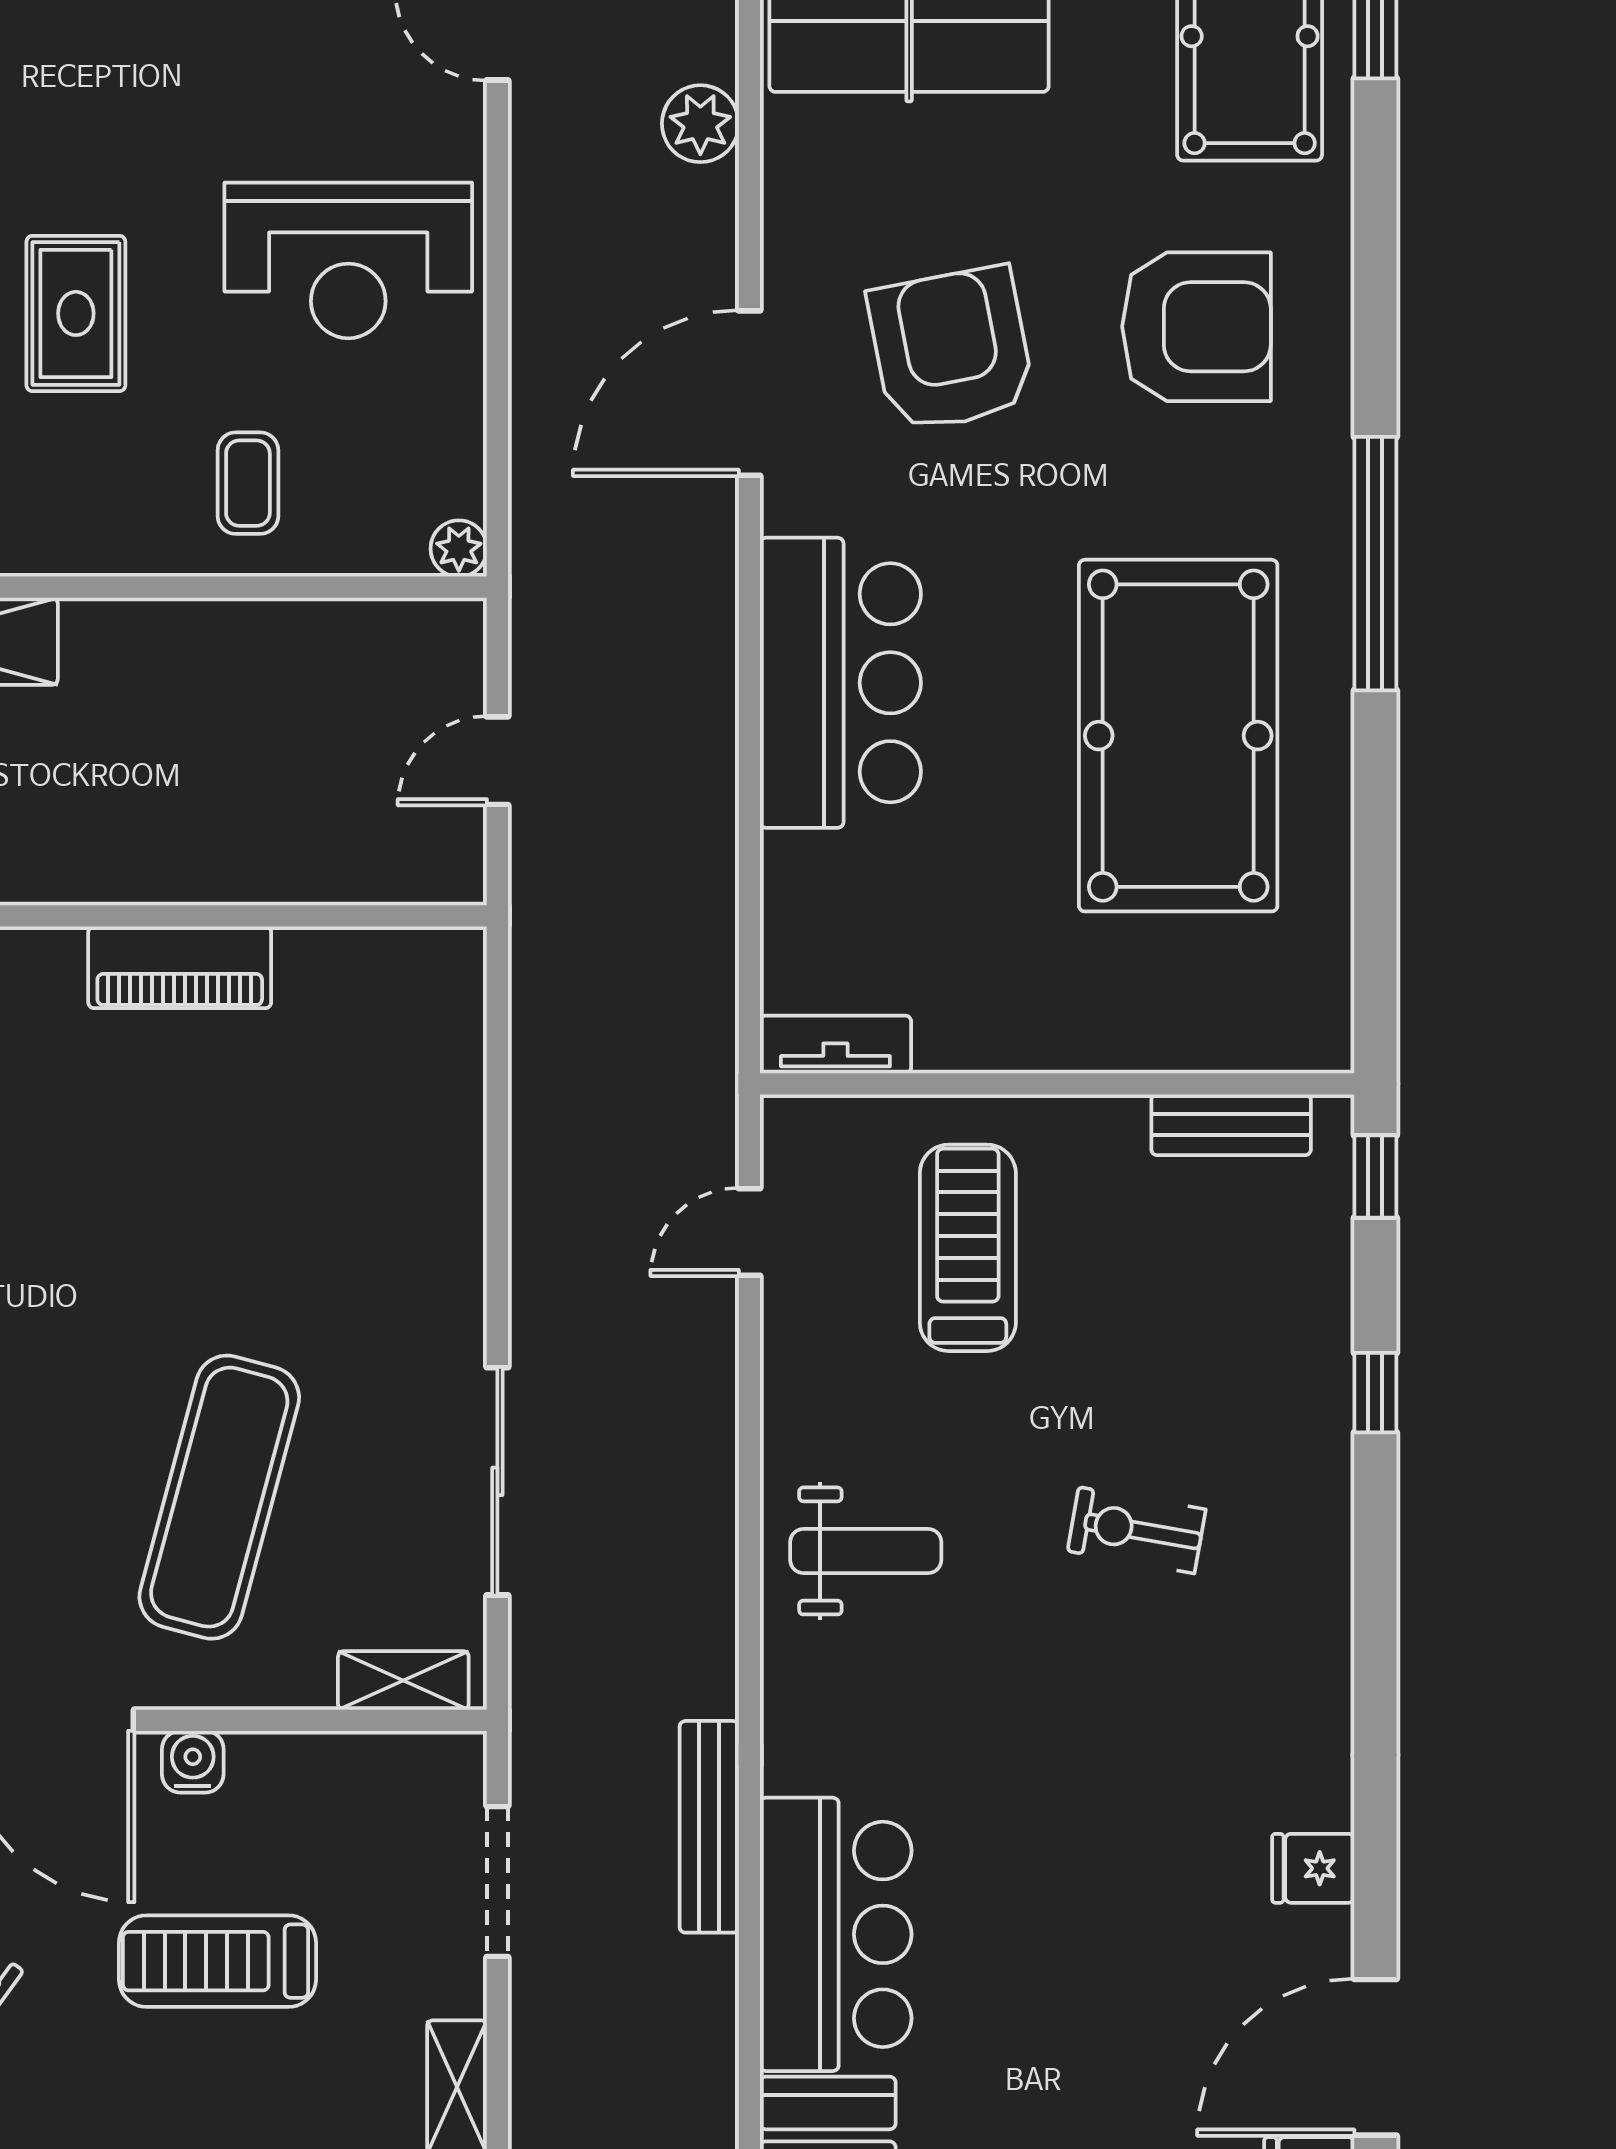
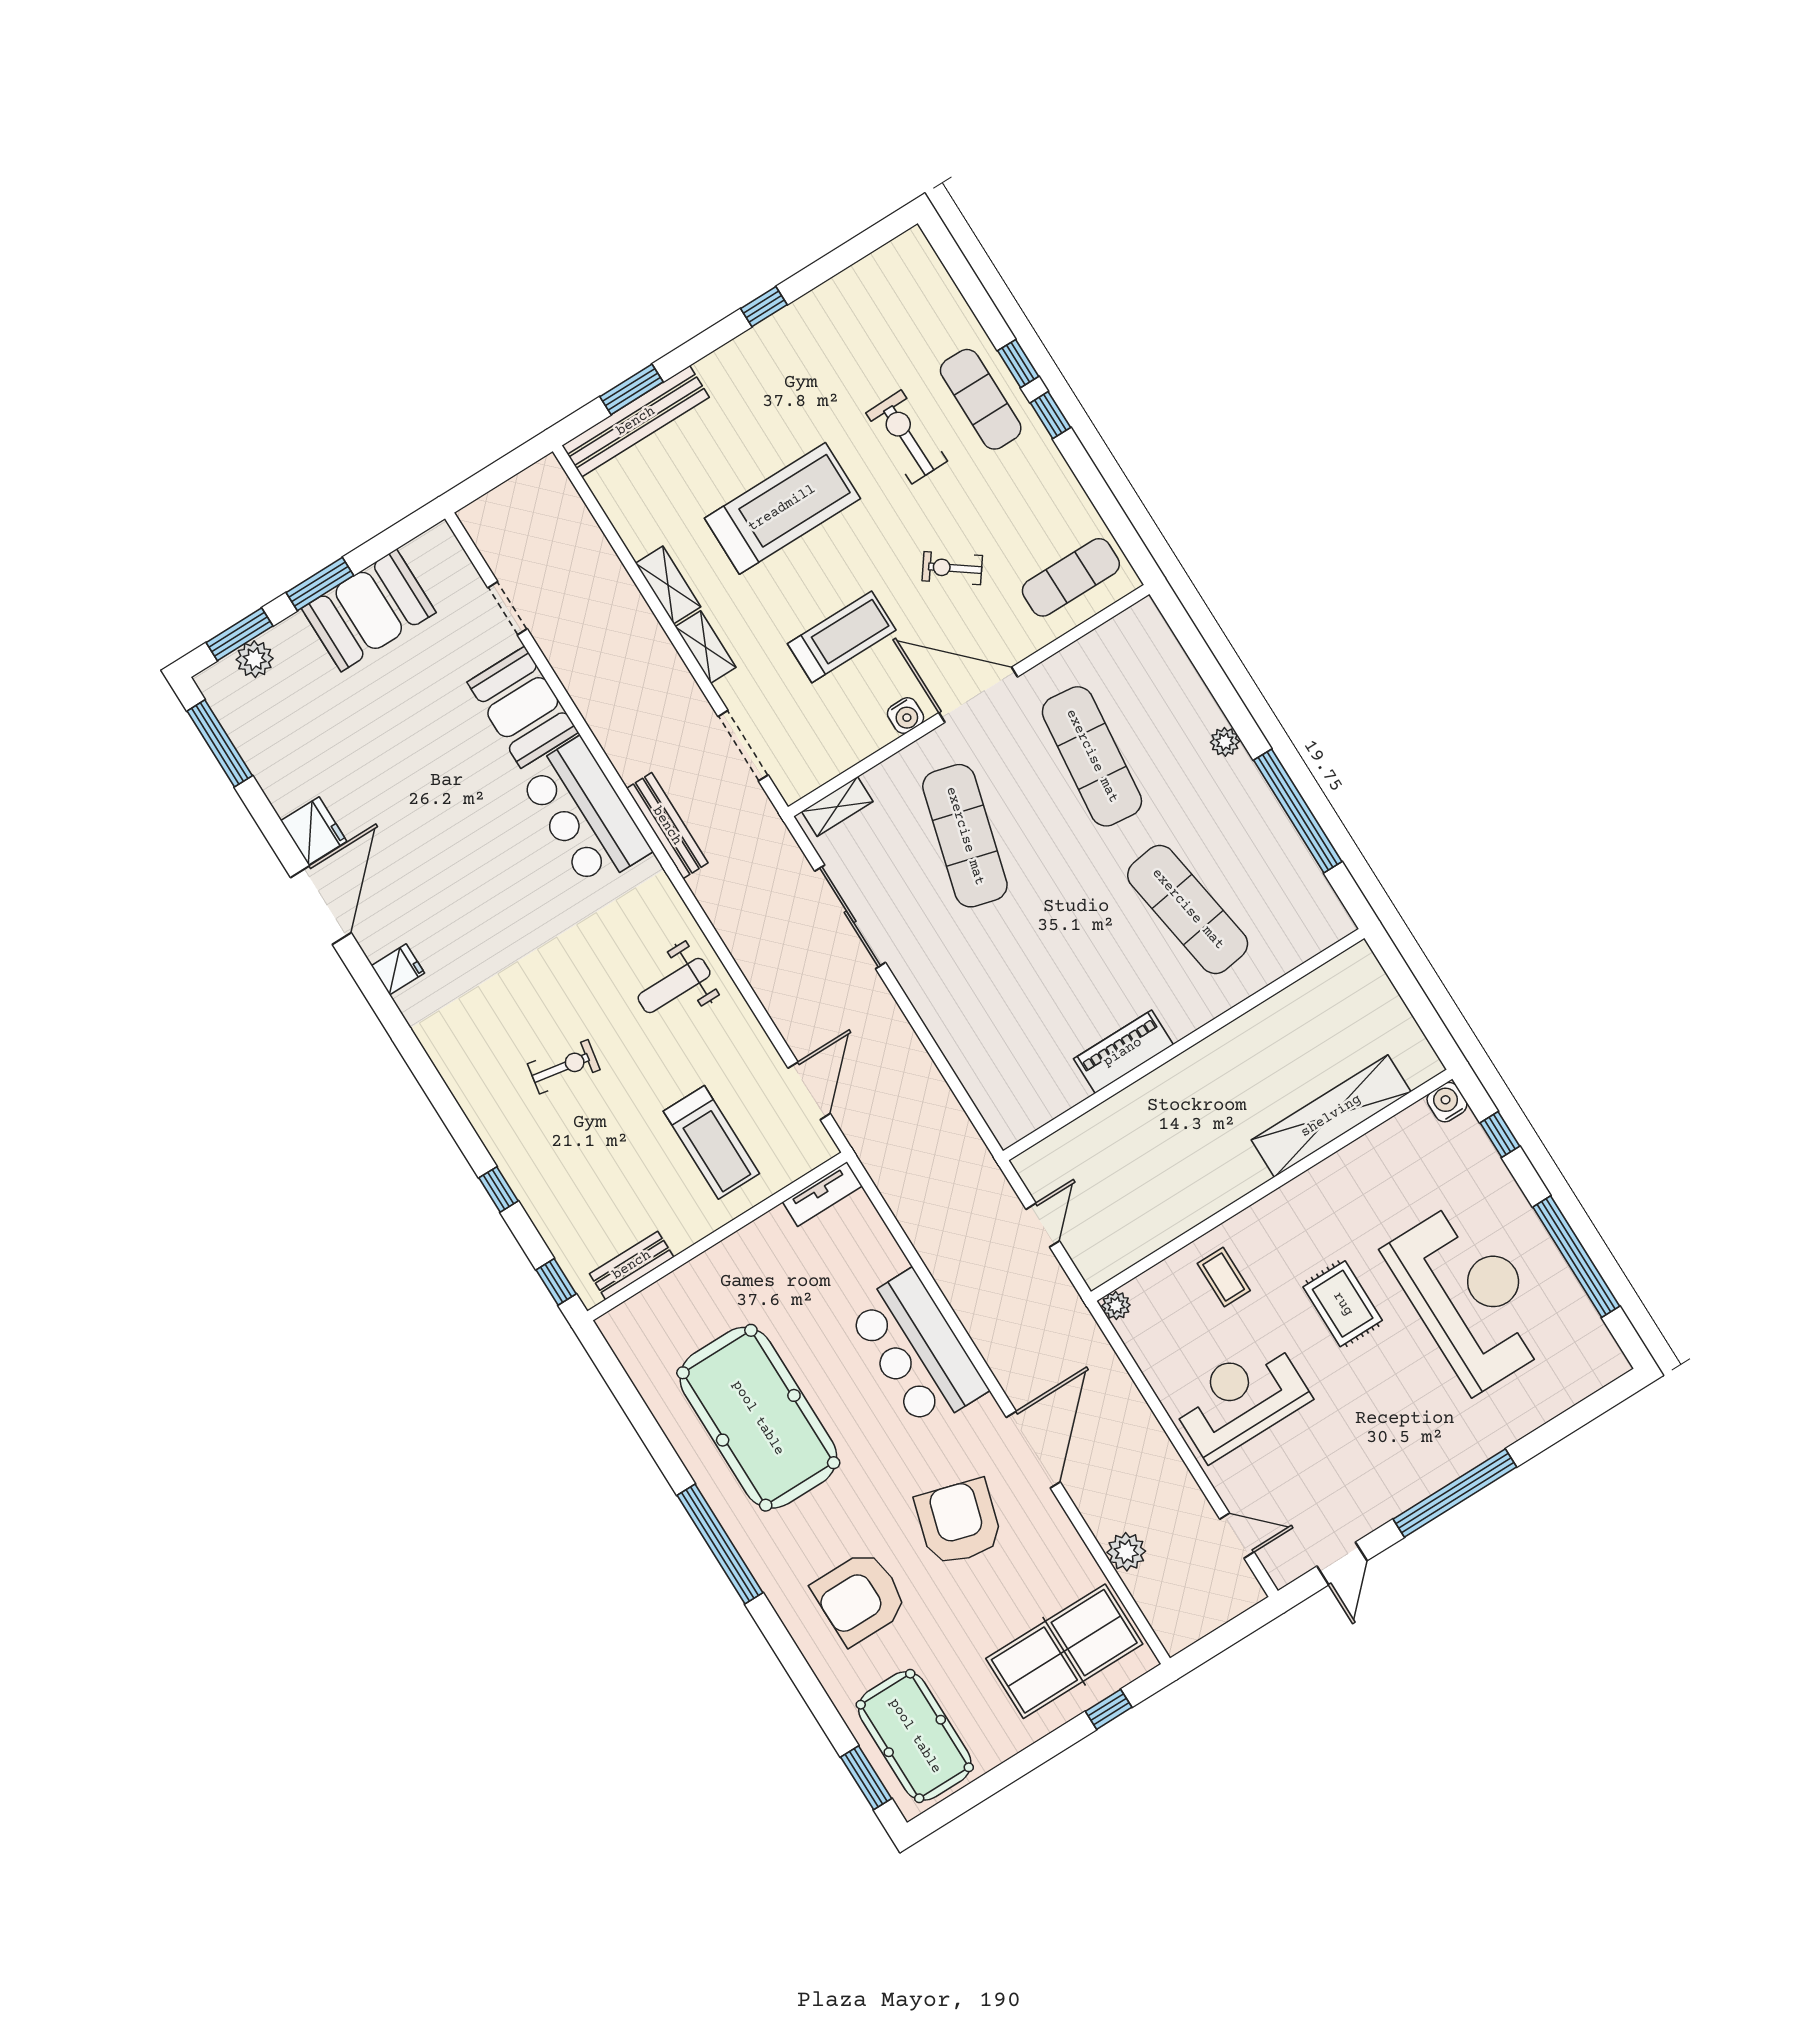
armchair: (951, 349) -> (959, 1522), turned -153
door: (749, 1232) -> (809, 1091), width x1.38

